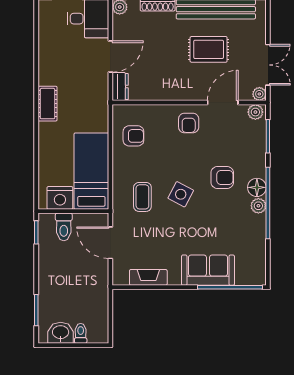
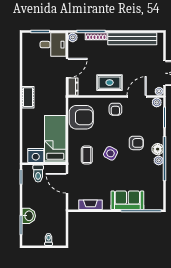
rug: (209, 49) -> (110, 83), moved
armchair: (133, 136) -> (81, 117), width x1.88, depth x1.88
washbasin: (61, 333) -> (29, 216), moved, turned 90

